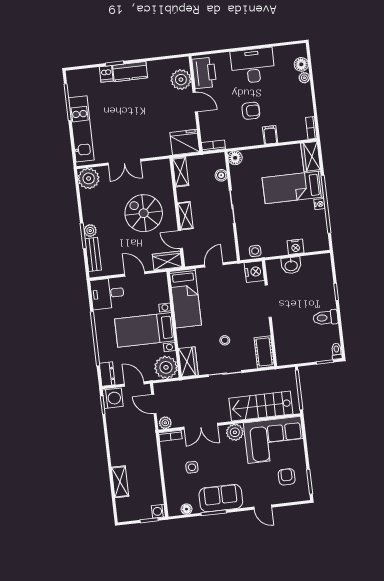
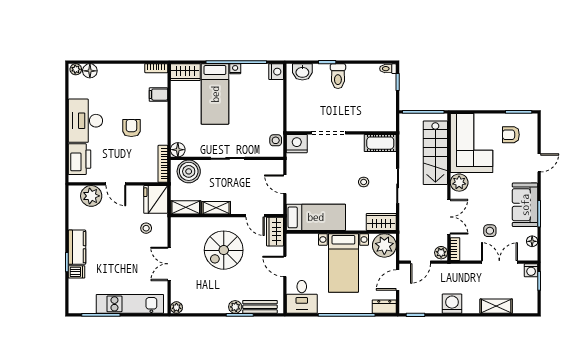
printer: (204, 73) -> (79, 159), moved, turned 90
plant: (304, 78) -> (76, 69), moved
door: (195, 102) -> (116, 184), swing flipped
filing cabinet: (270, 135) -> (158, 95), moved
stool: (156, 136) -> (146, 228), added
bookcase: (213, 146) -> (163, 164), width x1.56
double door: (124, 162) -> (169, 264), swing flipped
boiler: (221, 175) -> (189, 171), width x1.86, depth x1.86
plant: (89, 178) -> (176, 307), width x0.53, depth x0.53
shelving: (185, 216) -> (216, 208), moved
door: (180, 240) -> (255, 216), hinge flipped
nightstand: (296, 247) -> (276, 72), moved
washbasin: (291, 265) -> (302, 72), moved, turned 90
door: (135, 274) -> (285, 266), hinge flipped
toilet: (325, 318) -> (338, 76), moved
washing machine: (113, 398) -> (452, 304), moved
double door: (163, 480) -> (499, 262), added

